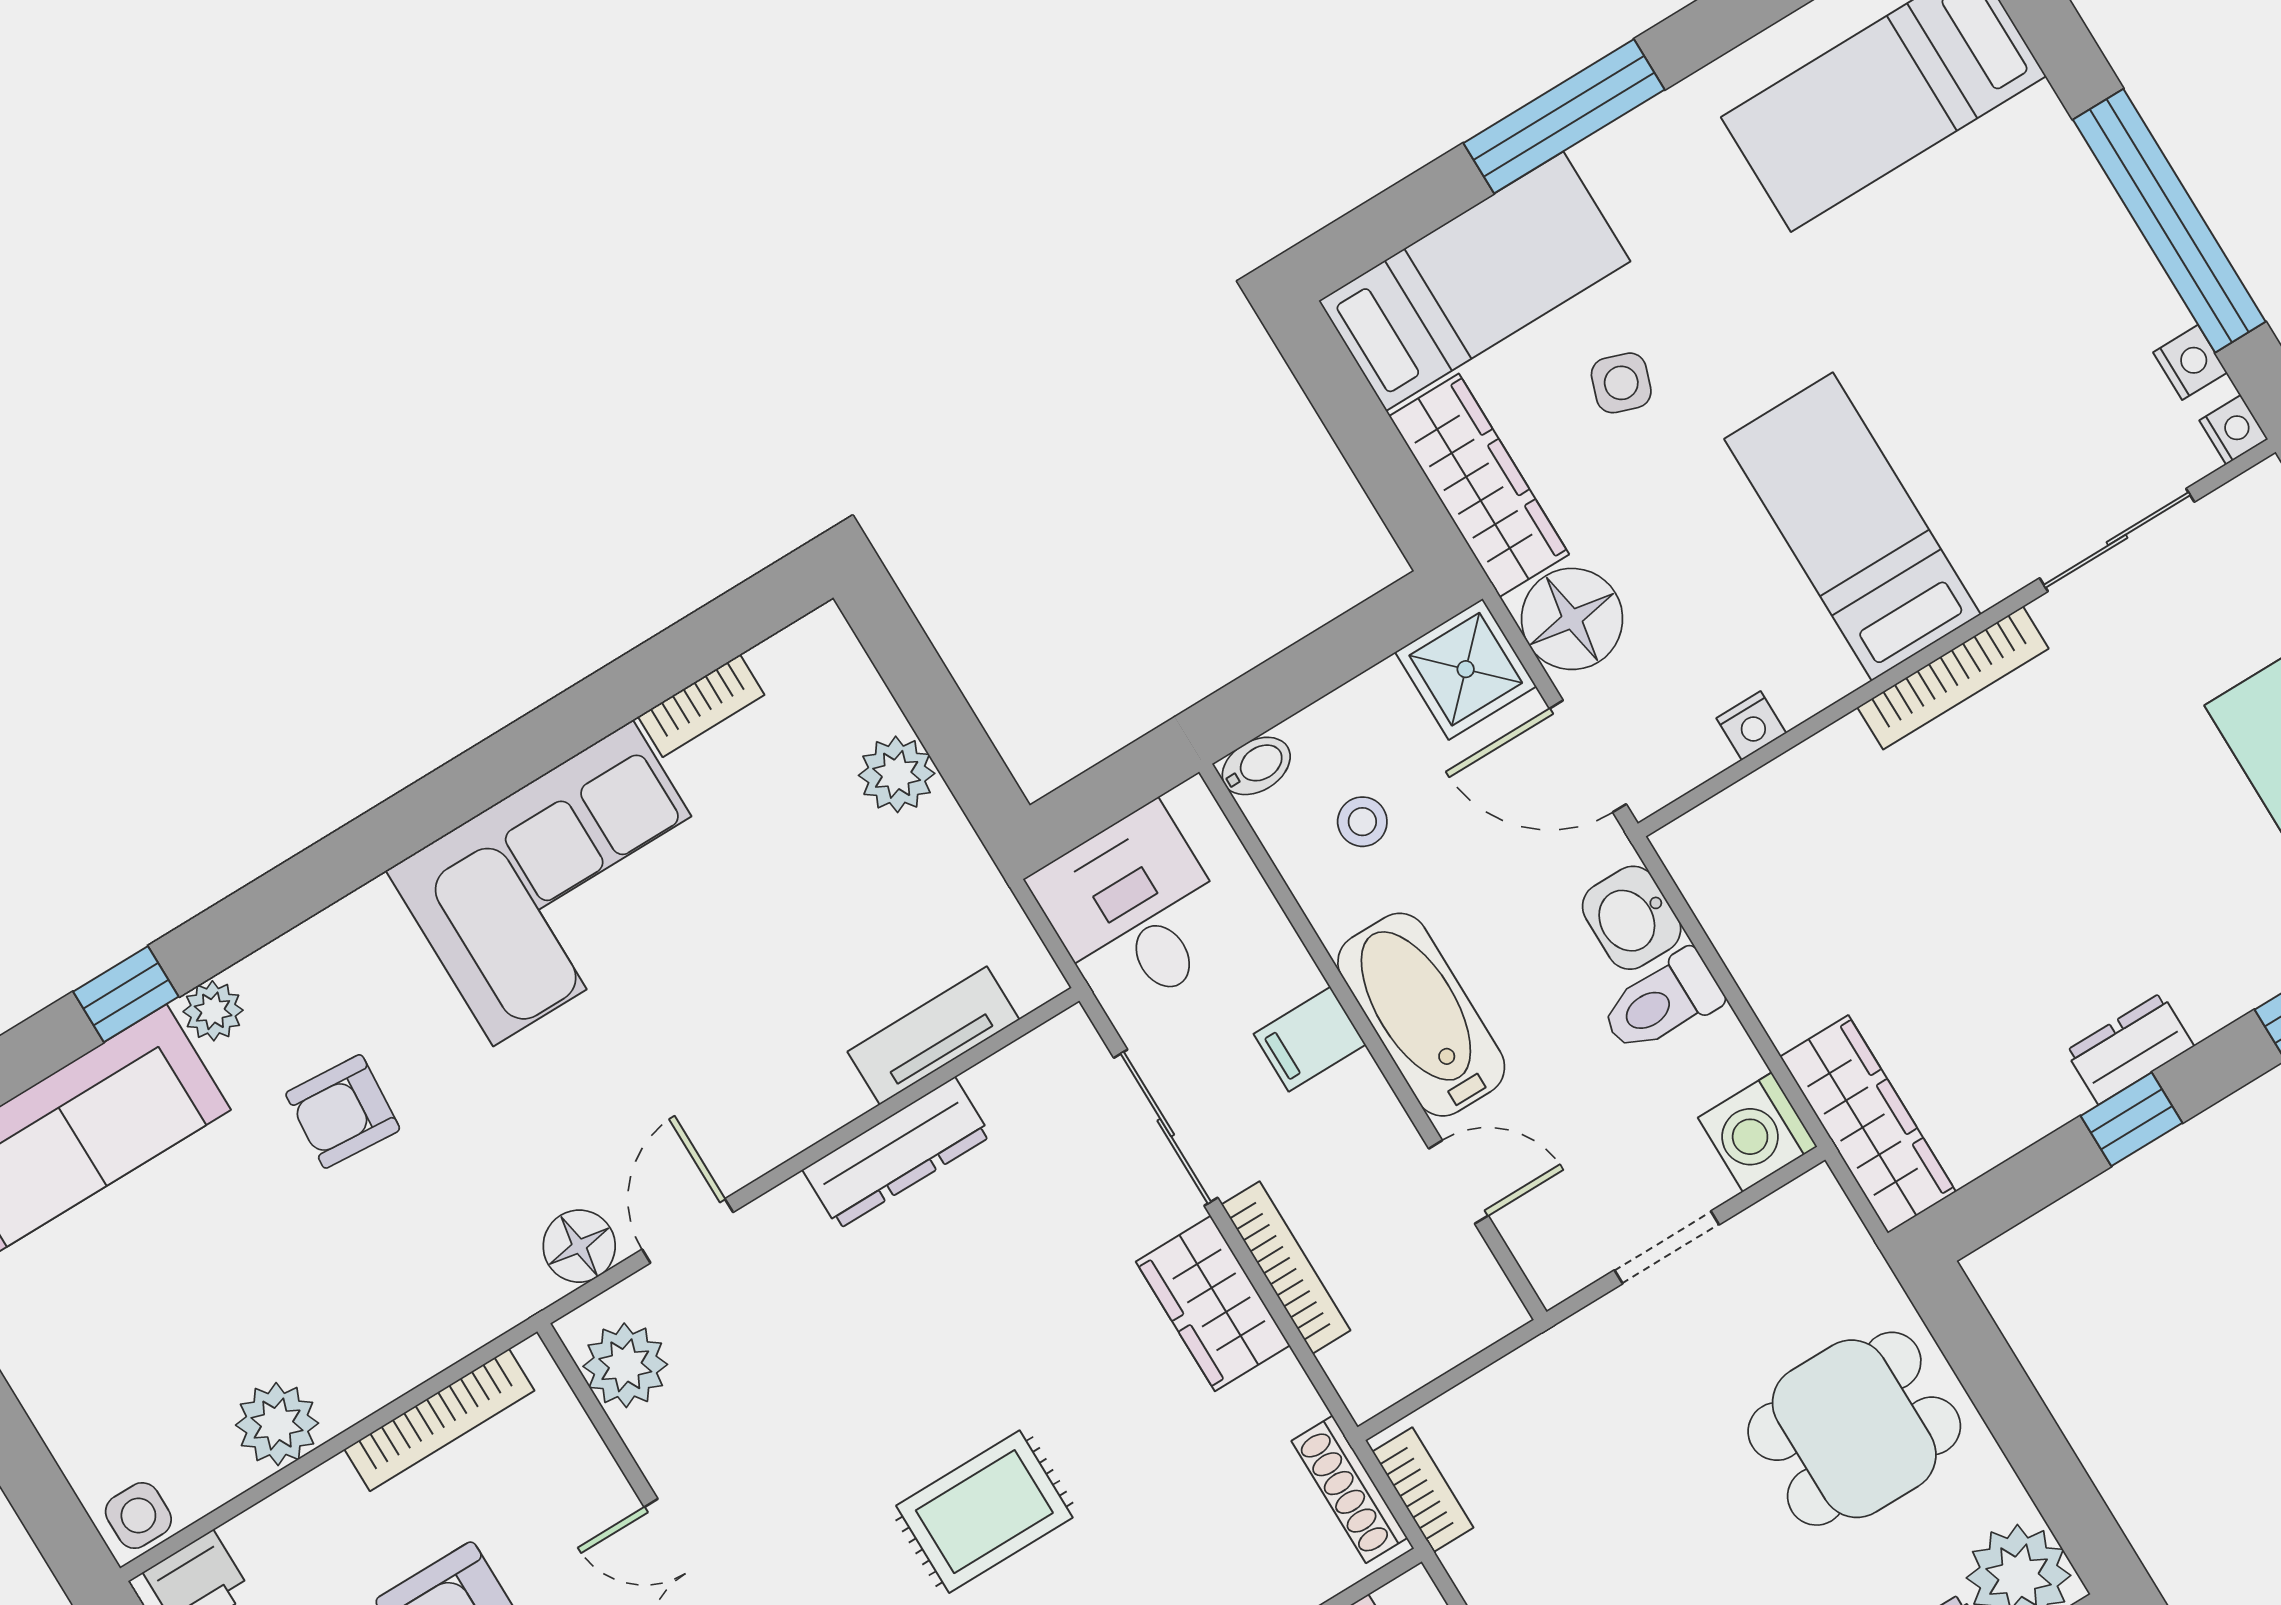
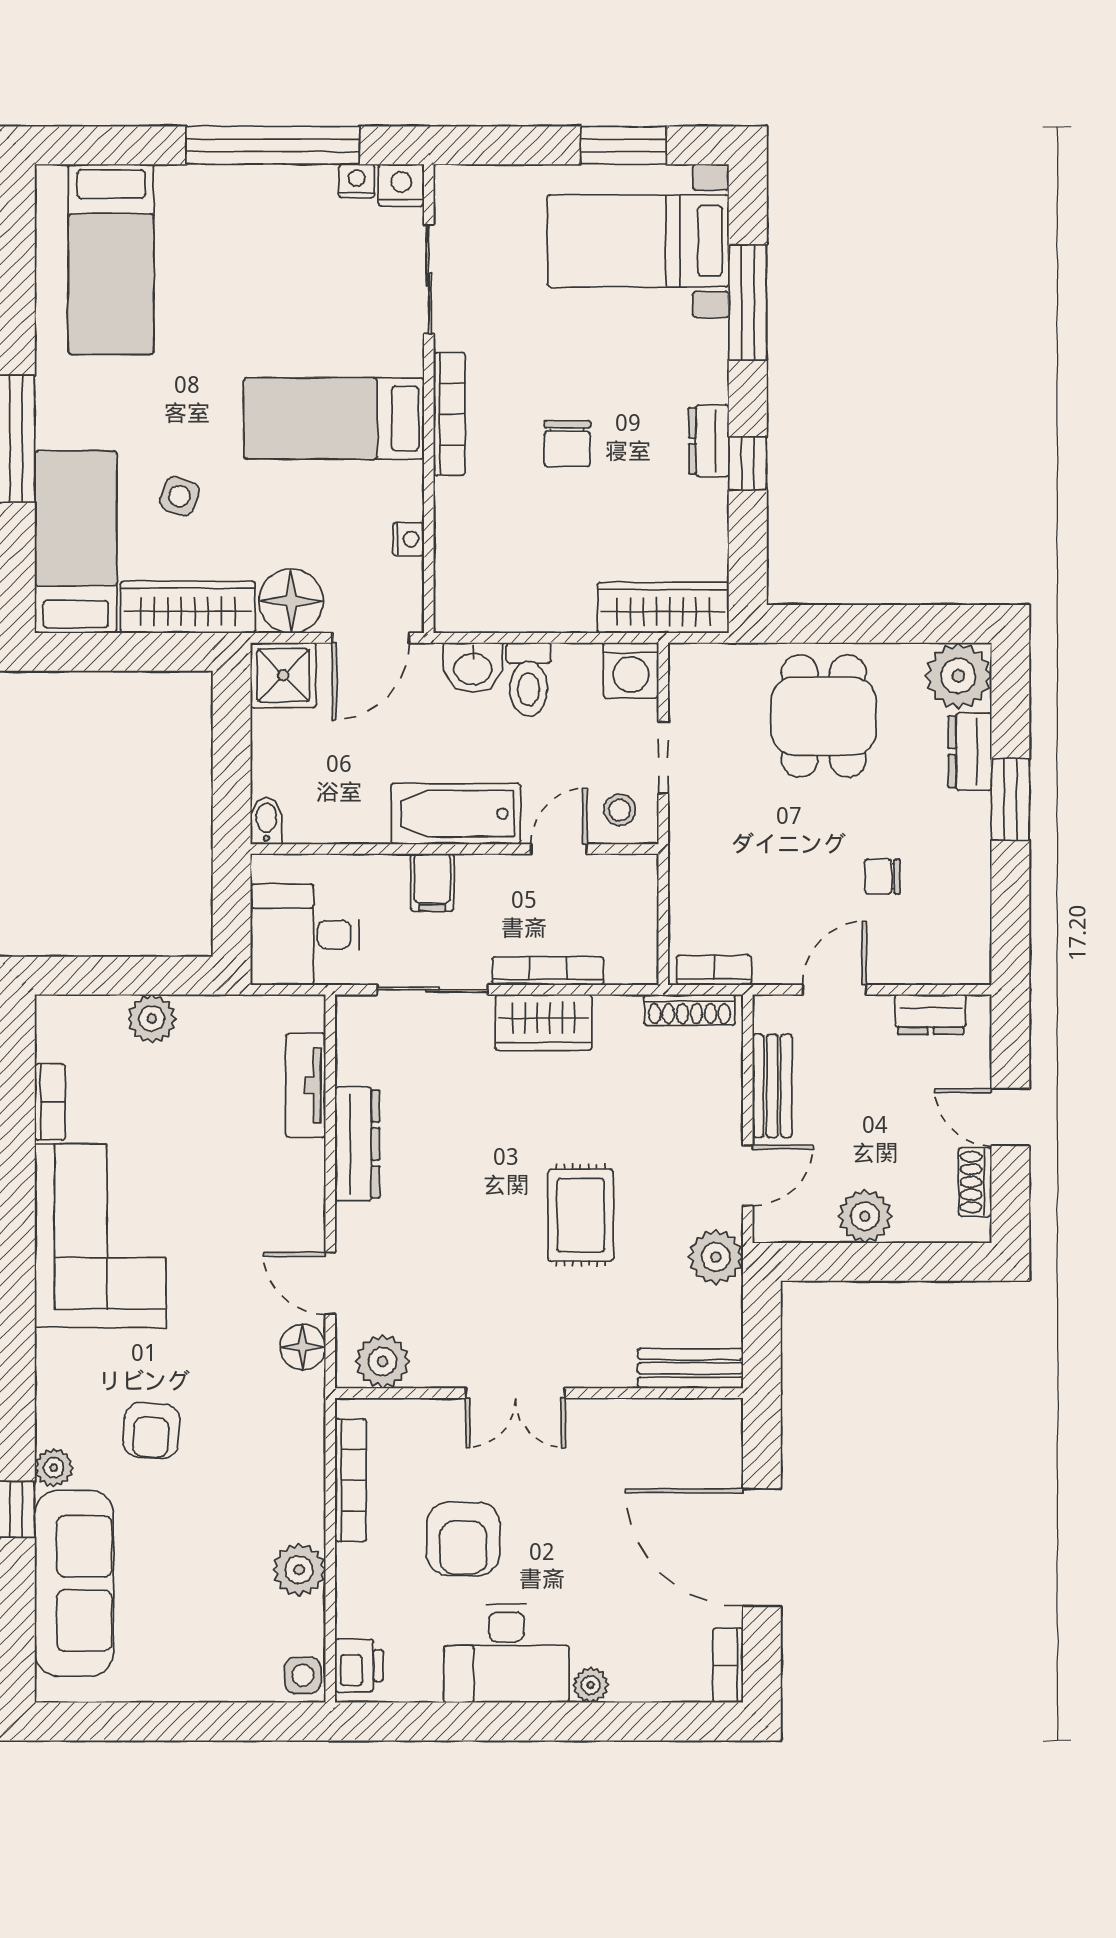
nightstand: (2234, 430) -> (401, 185), width x1.39, depth x1.35
stool: (1362, 822) -> (620, 810), moved
chair: (2010, 861) -> (567, 444), added

